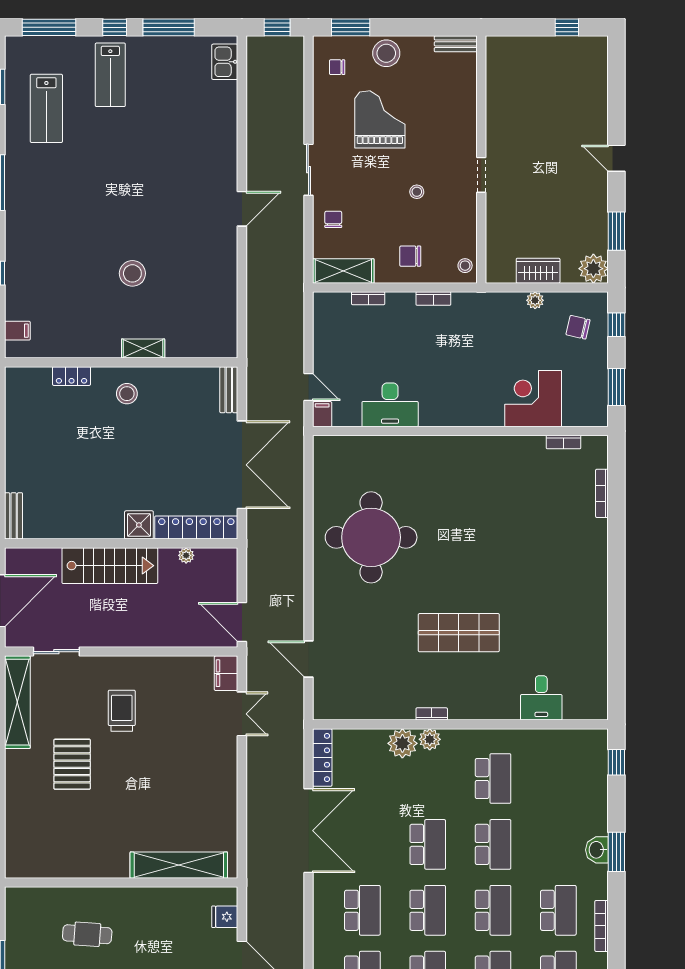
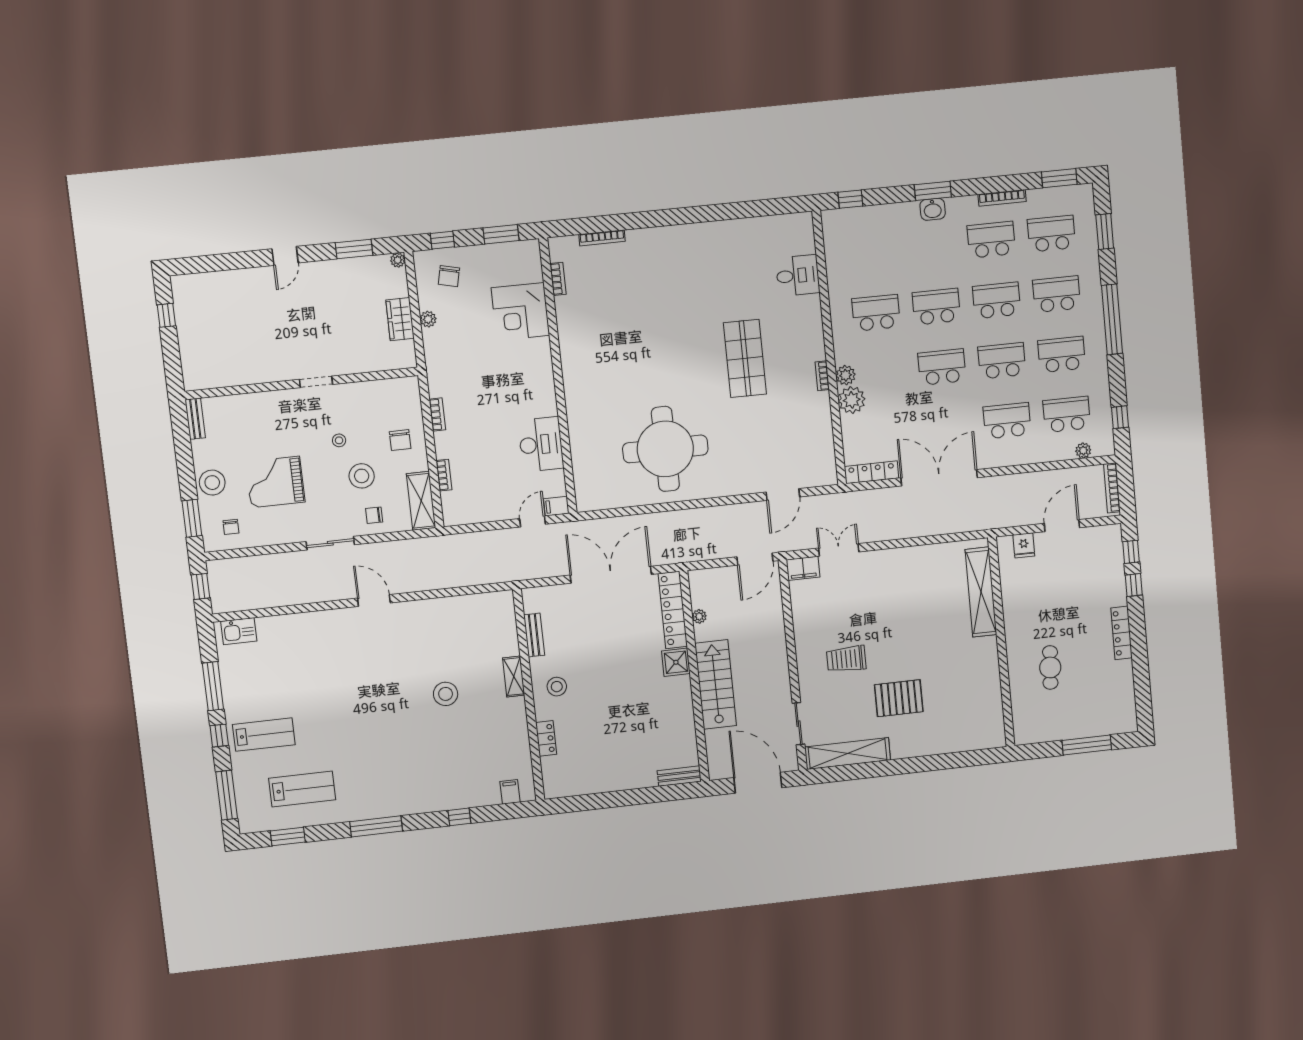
stool: (465, 266) -> (362, 476), moved, width x1.89, depth x1.89
plant: (593, 269) -> (398, 260), width x0.53, depth x0.53
bench: (229, 390) -> (534, 635), moved, turned 90

